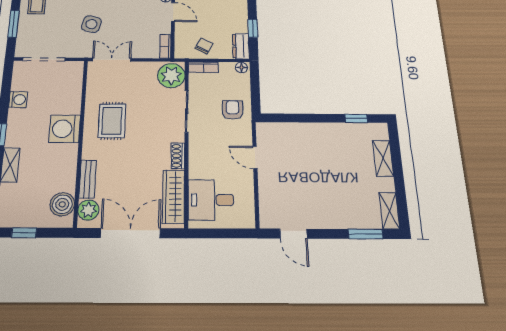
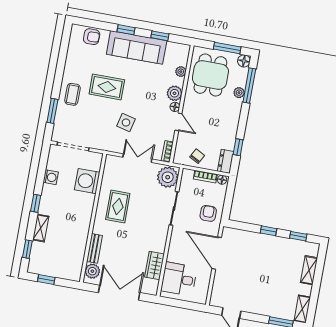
side table: (91, 24) -> (126, 122), moved
double door: (112, 60) -> (137, 158), moved
bookcase: (203, 67) -> (205, 177), moved
window: (316, 118) -> (268, 231), added
washing machine: (65, 129) -> (87, 181), moved
shoe rack: (178, 156) -> (162, 242), removed
door: (255, 157) -> (217, 253), width x1.87
wardrobe: (174, 197) -> (154, 265), width x0.67
boiler: (62, 204) -> (75, 264), removed

